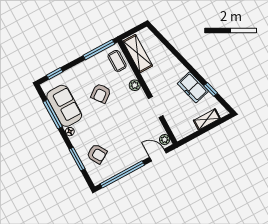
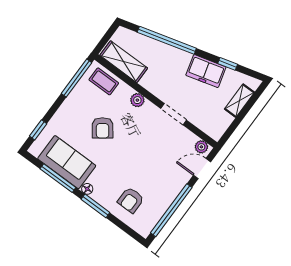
window: (175, 53) -> (167, 40), added
armchair: (97, 154) -> (131, 200), turned 120
window: (77, 159) -> (95, 206), moved

